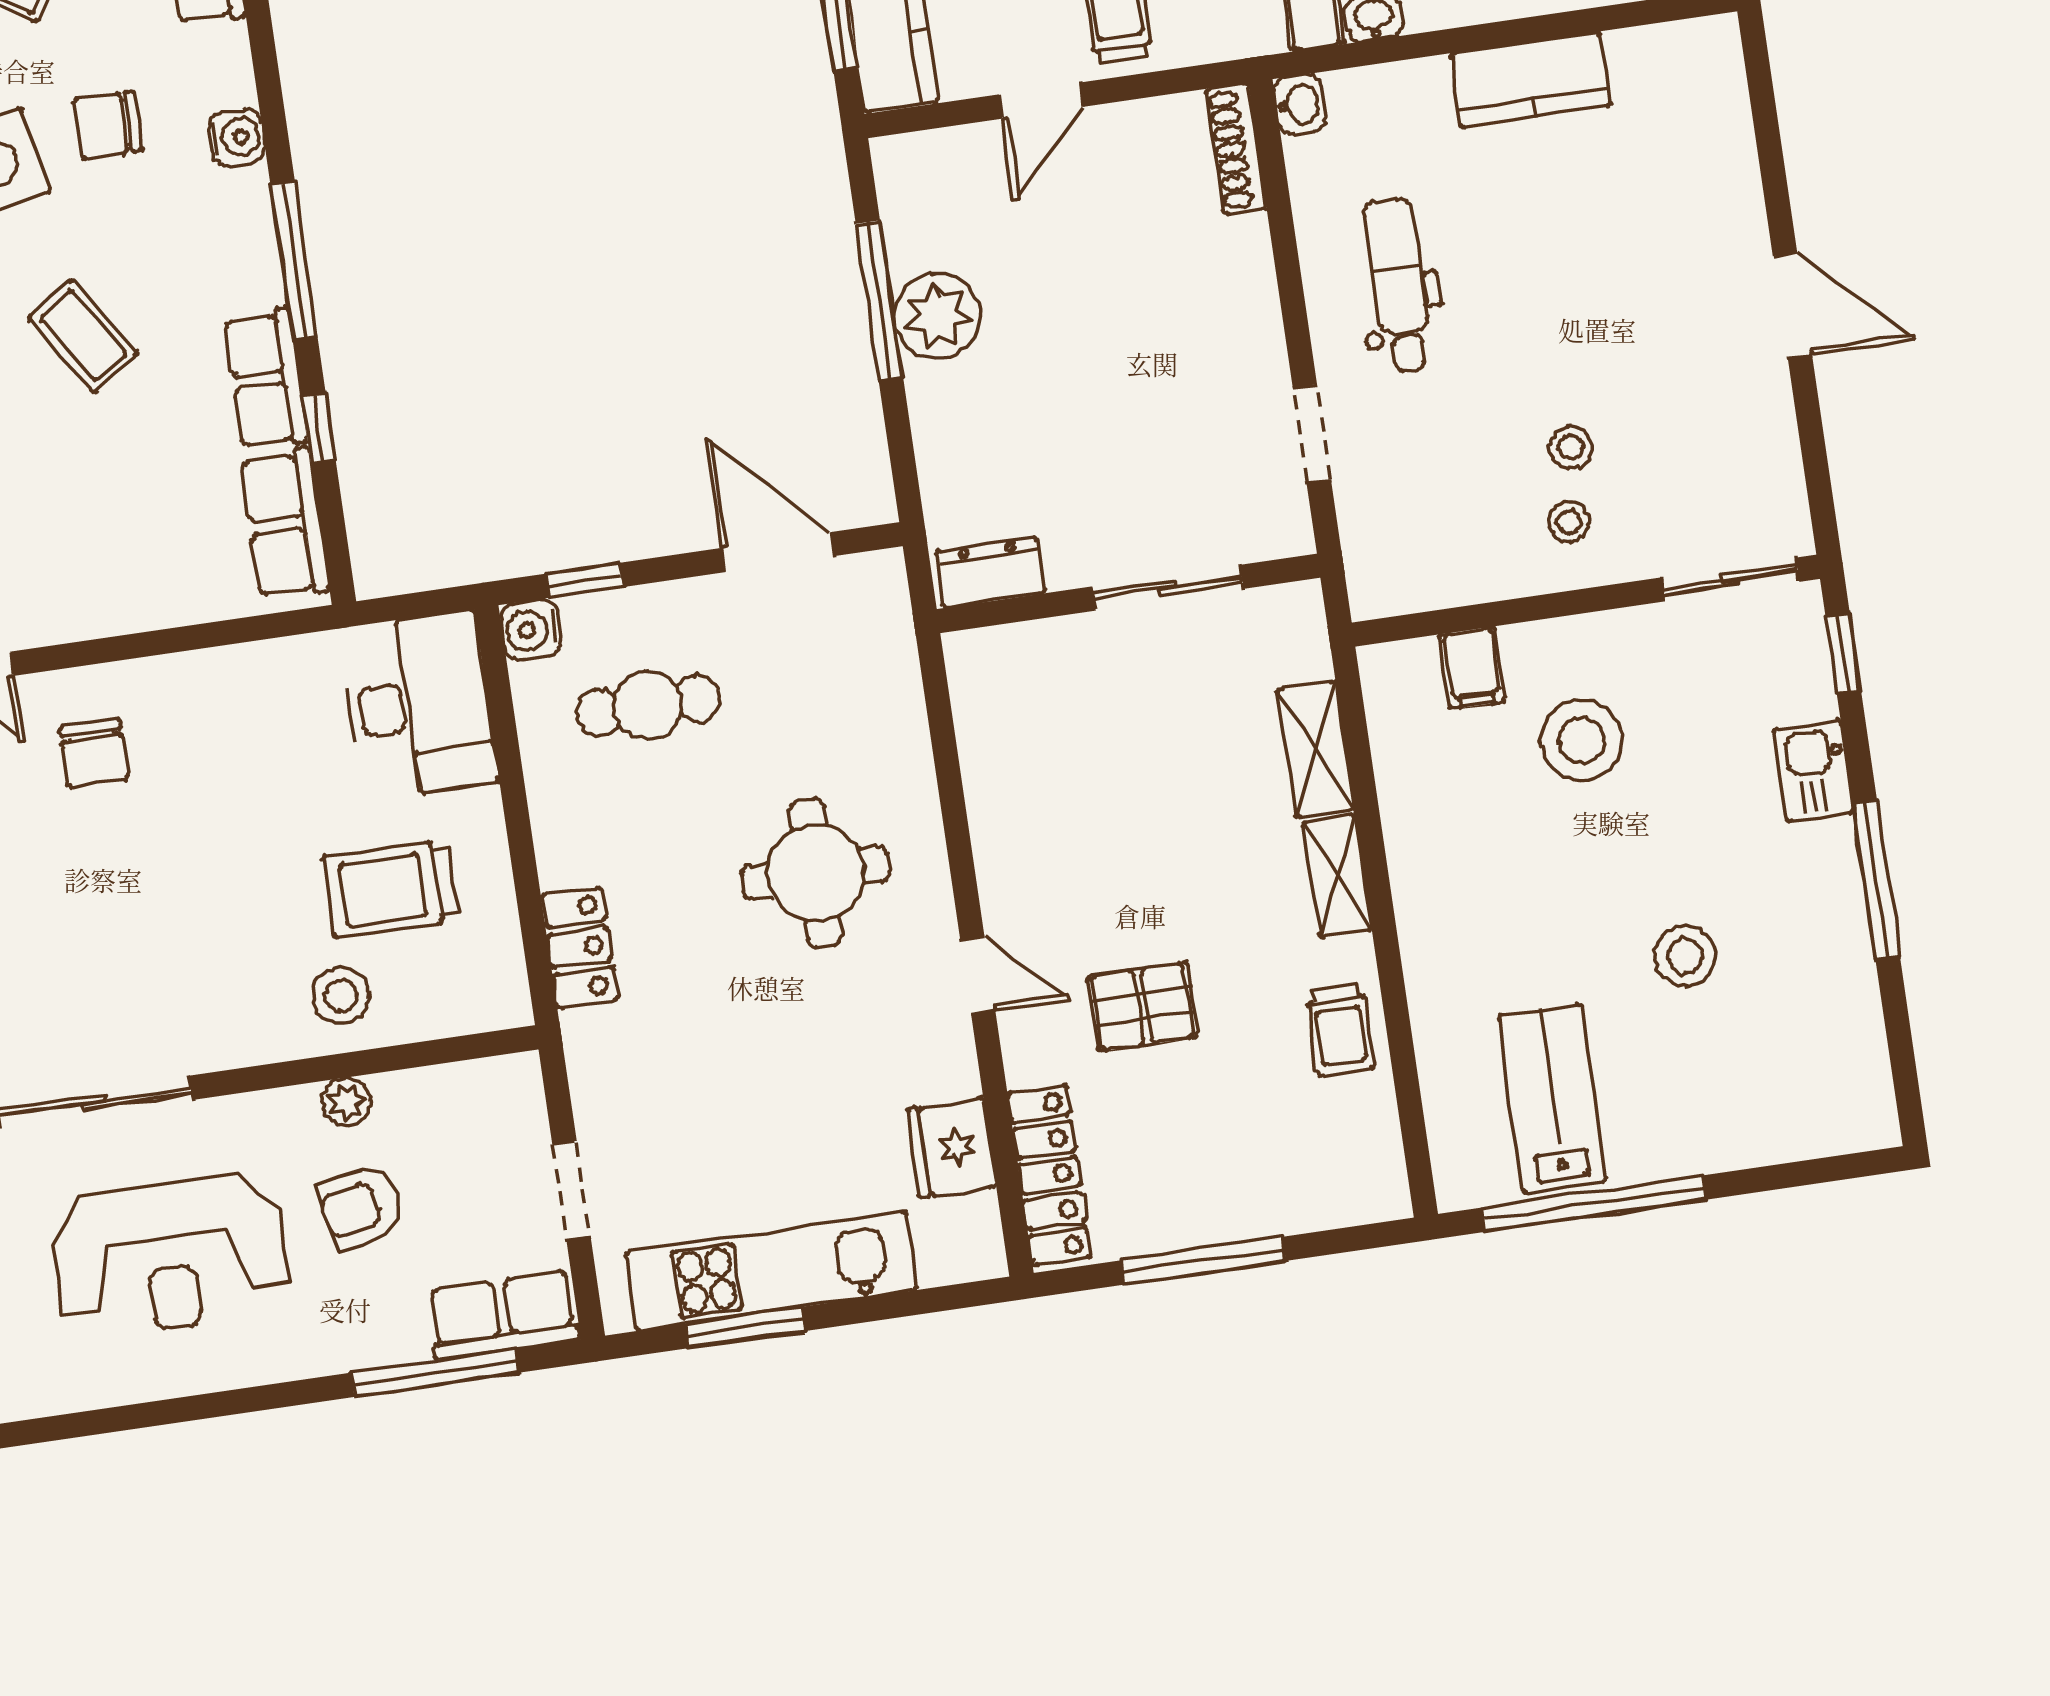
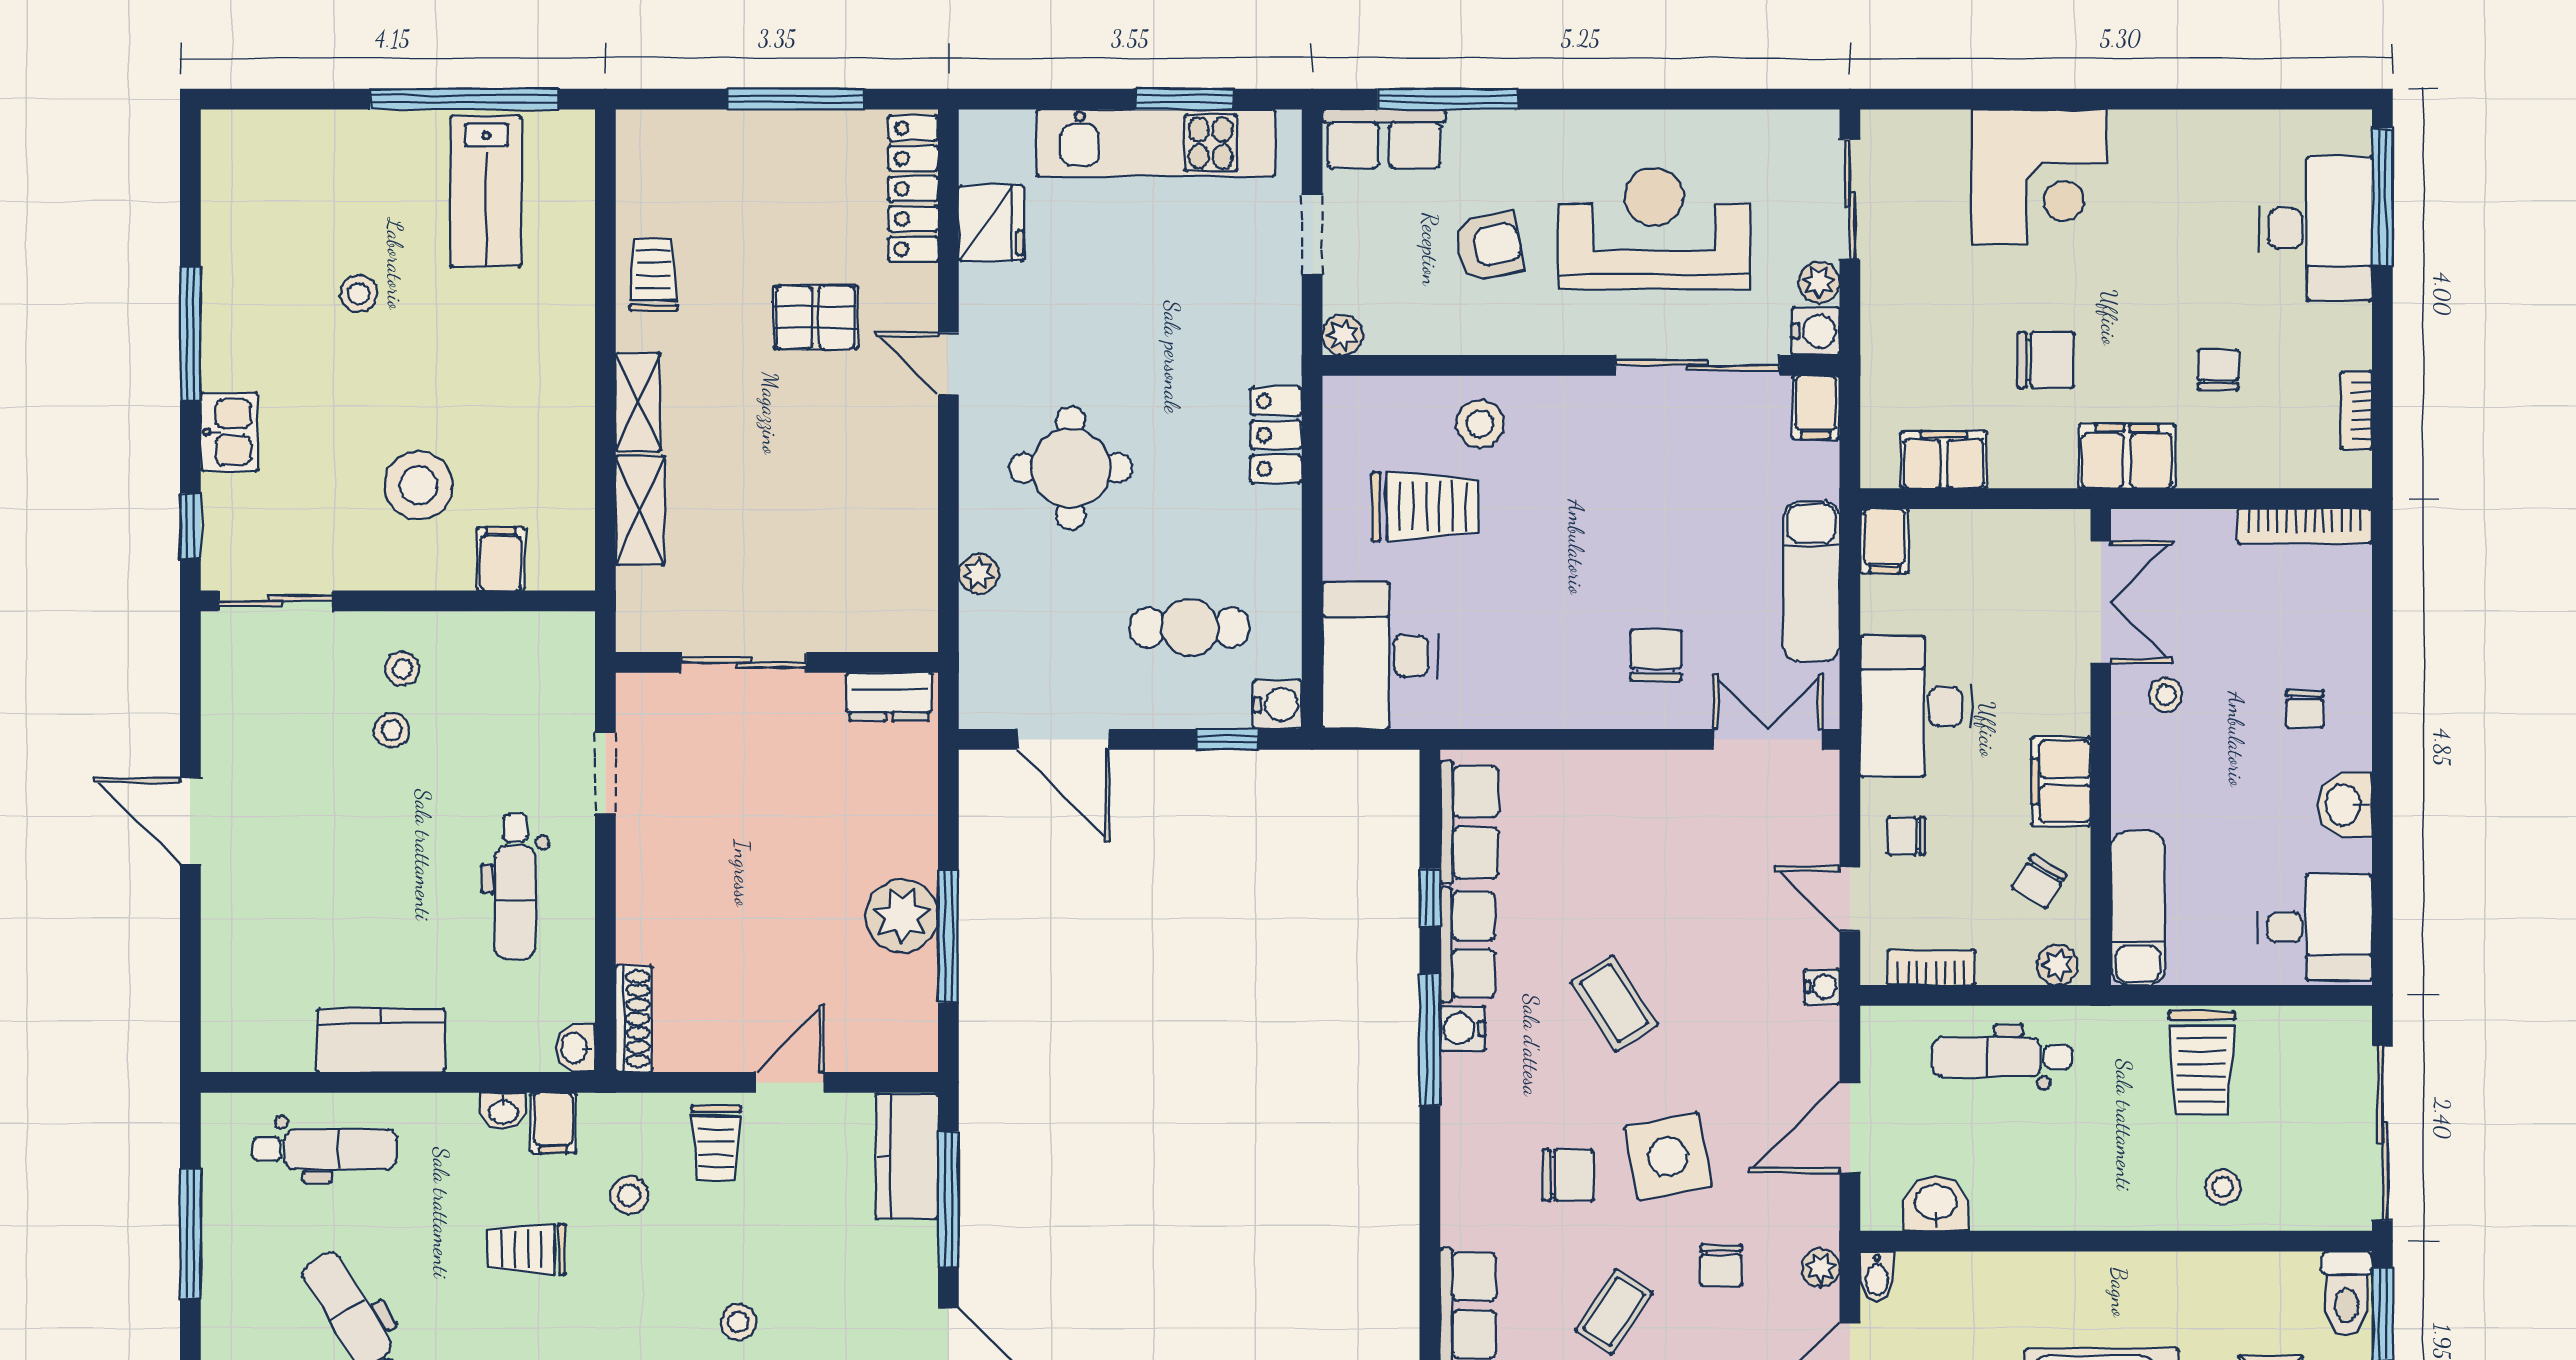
water cooler: (237, 137) -> (1463, 1029), moved
plant: (906, 733) -> (979, 574), added
stool: (1685, 956) -> (359, 294), width x0.73, depth x0.73
plant: (346, 1102) -> (1343, 335), moved

